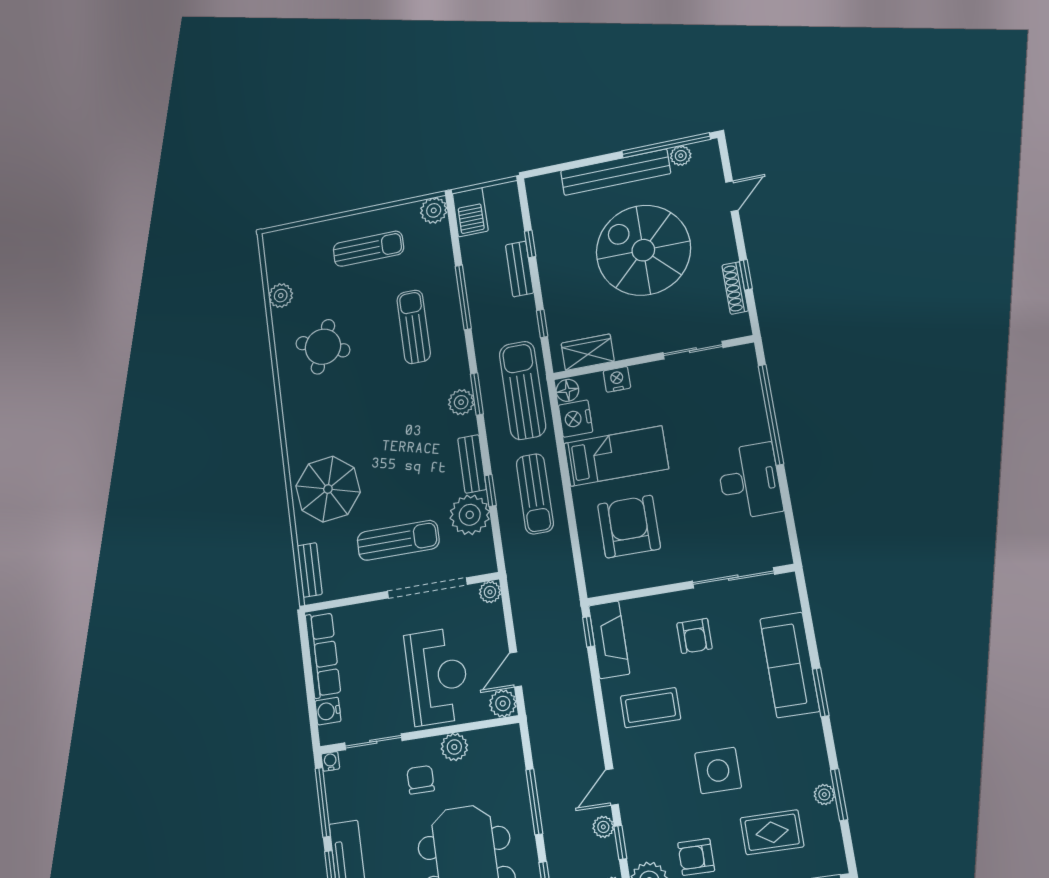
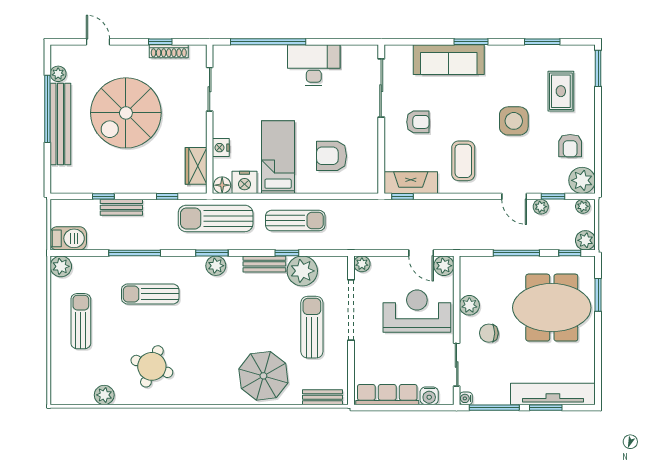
window: (666, 145) -> (47, 109), moved
armchair: (629, 527) -> (332, 156), width x0.73, depth x0.73
plant: (824, 795) -> (541, 52), removed

